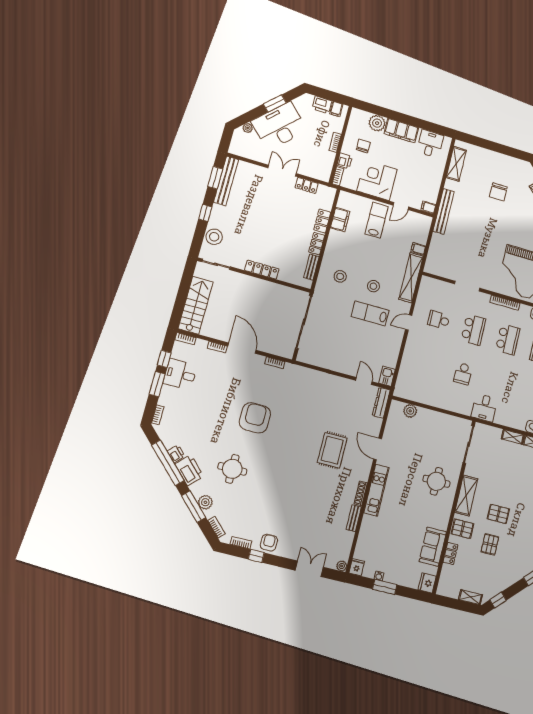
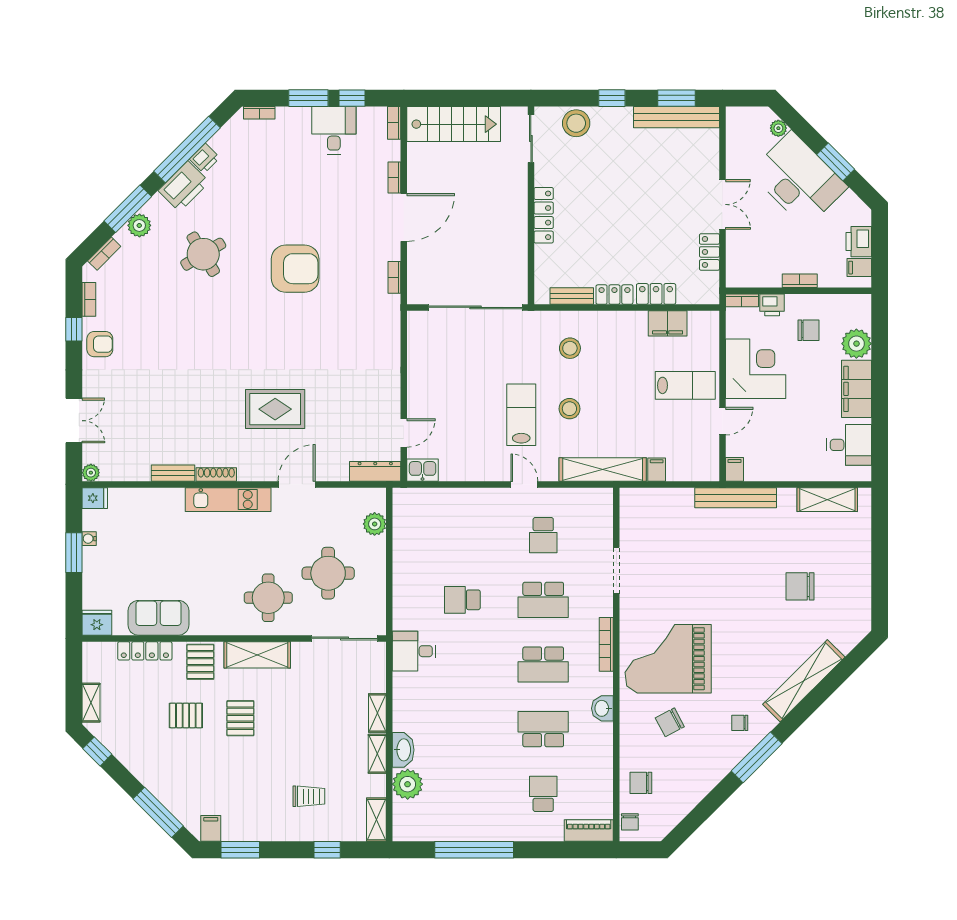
door: (401, 206) -> (722, 421), swing flipped
school desk: (439, 320) -> (543, 535), turned 180
round table: (431, 444) -> (328, 573), added
round table: (232, 469) -> (203, 254), turned -31
locker: (451, 554) -> (145, 651), width x1.53

